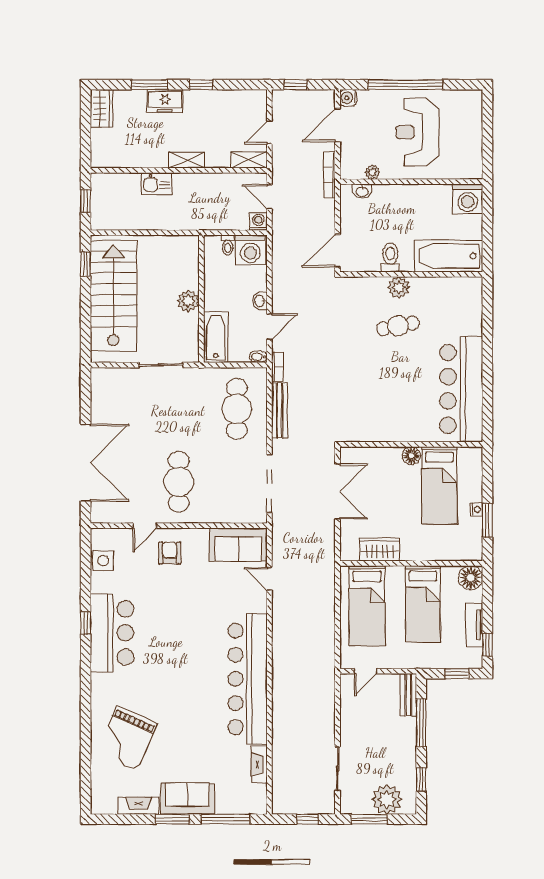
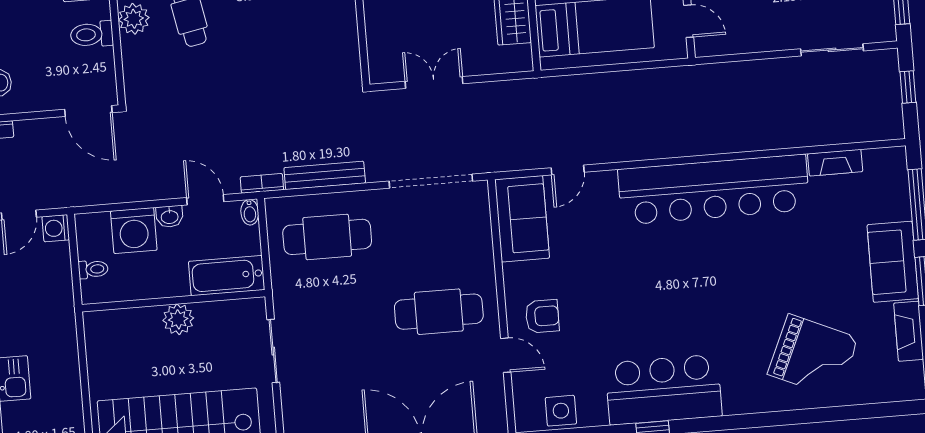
washing machine: (250, 250) -> (134, 231), moved, turned 90
double door: (337, 491) -> (434, 83), width x0.73
armchair: (170, 553) -> (542, 316), turned 180

